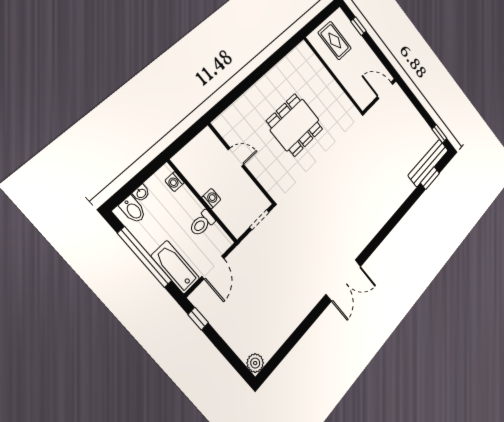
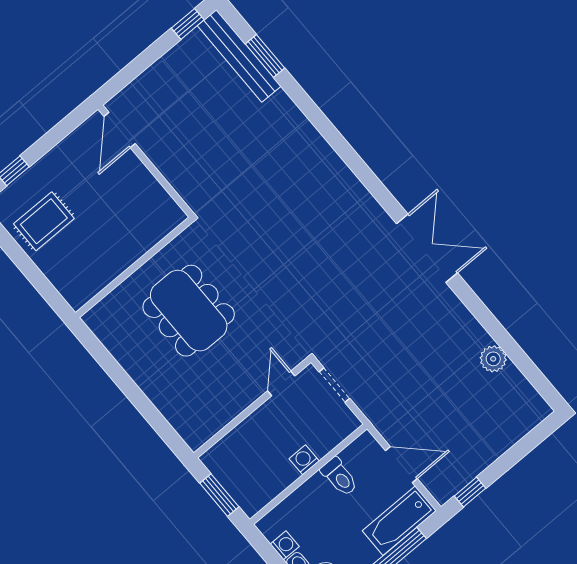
wall: (333, 75) -> (134, 267), moved
window: (185, 139) -> (219, 495), added
door: (236, 157) -> (281, 383), moved
washing machine: (174, 182) -> (285, 545), moved, turned -90
plant: (255, 363) -> (493, 359), moved

